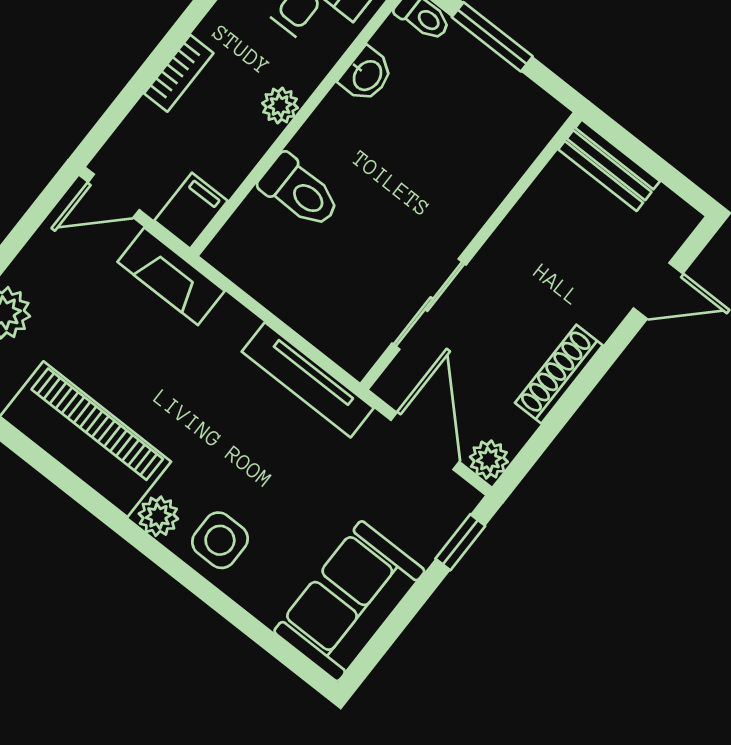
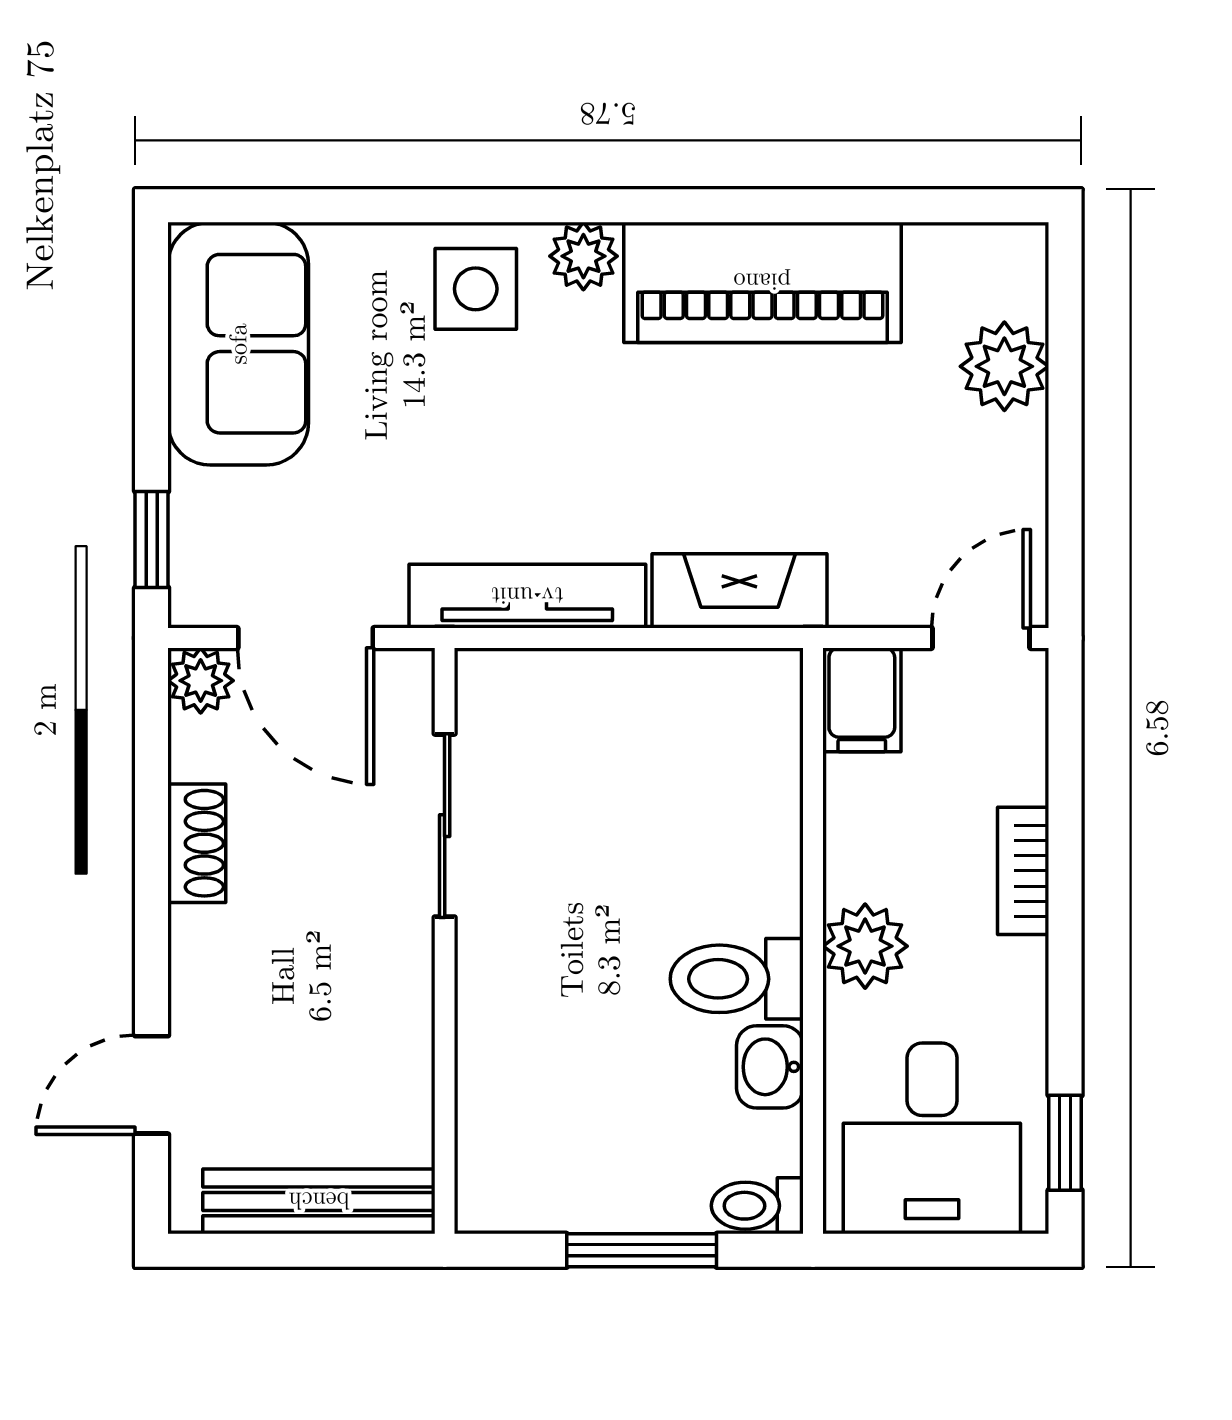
plant: (280, 106) -> (865, 946), width x1.38, depth x1.38
bench: (609, 165) -> (319, 1201), width x1.36
toilet: (300, 191) -> (737, 979), moved
fireplace: (171, 276) -> (739, 591), moved
shoe rack: (559, 374) -> (197, 843), width x0.70

